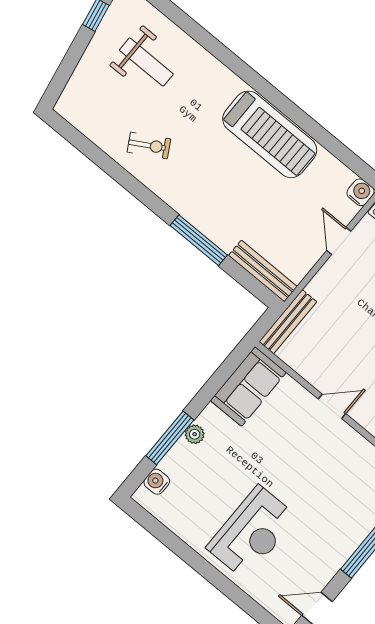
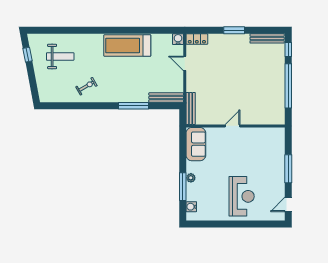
treadmill: (270, 134) -> (127, 46), turned 180

